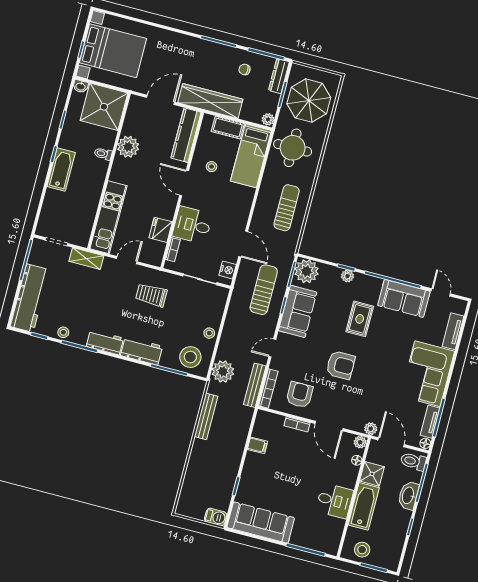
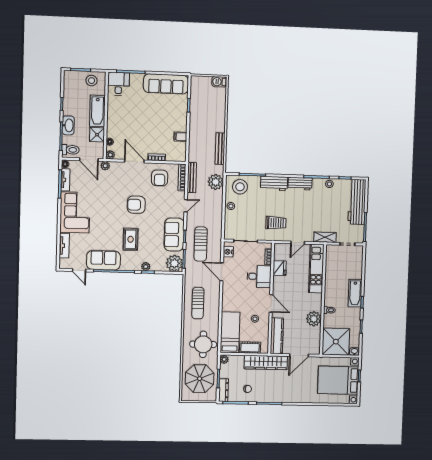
desk: (335, 501) -> (118, 84), moved, turned 90
barbecue: (216, 517) -> (219, 82), moved

